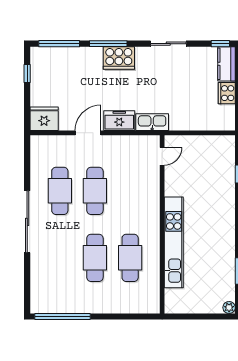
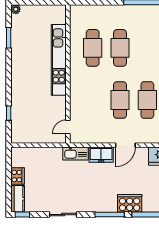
cooker: (119, 58) -> (130, 203), moved

